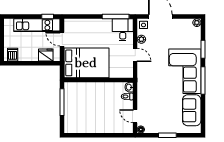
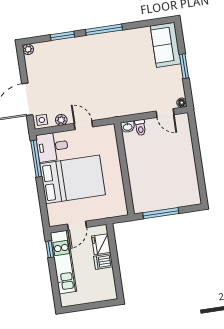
dishwasher: (13, 55) -> (103, 262), moved
door: (135, 55) -> (83, 125), hinge flipped
bed: (86, 63) -> (73, 179), moved, turned 90
corner sofa: (185, 71) -> (95, 56), removed
sofa: (192, 110) -> (166, 45), moved, turned 90
door: (135, 116) -> (165, 113), hinge flipped

